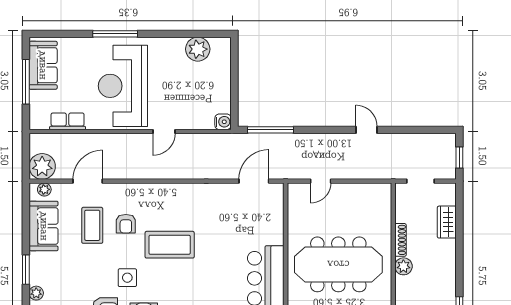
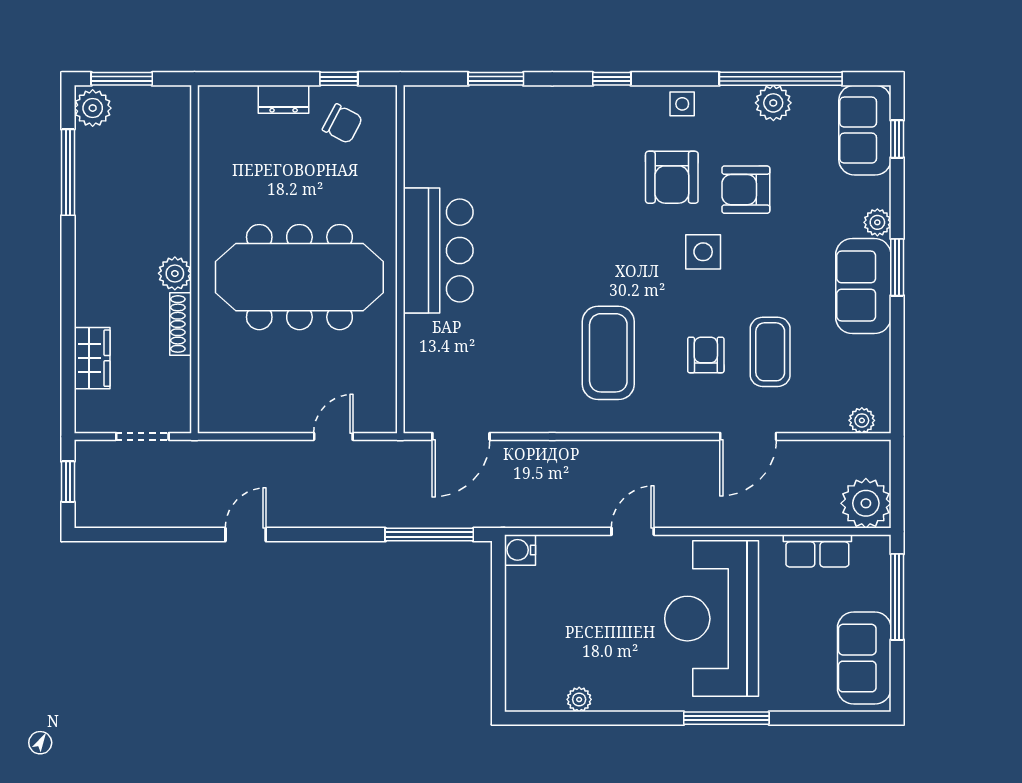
plant: (198, 49) -> (579, 699), width x0.53, depth x0.53
window: (26, 82) -> (897, 597), moved
reception desk: (123, 86) -> (712, 619), turned 180
door: (366, 130) -> (246, 535), swing flipped
plant: (42, 166) -> (866, 503), moved
door: (88, 181) -> (748, 436), moved
sofa: (44, 226) -> (863, 286), moved
coffee table: (170, 245) -> (608, 353), moved, turned 90

